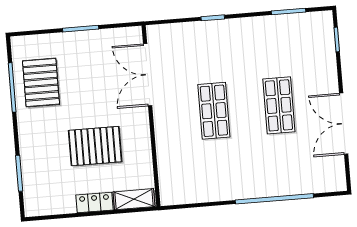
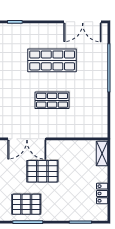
shop shelf: (279, 105) -> (52, 60), width x1.43, depth x1.36
double door: (344, 124) -> (83, 22), moved
pallet: (95, 146) -> (42, 171), moved, turned 90
locker: (94, 202) -> (102, 193), moved

